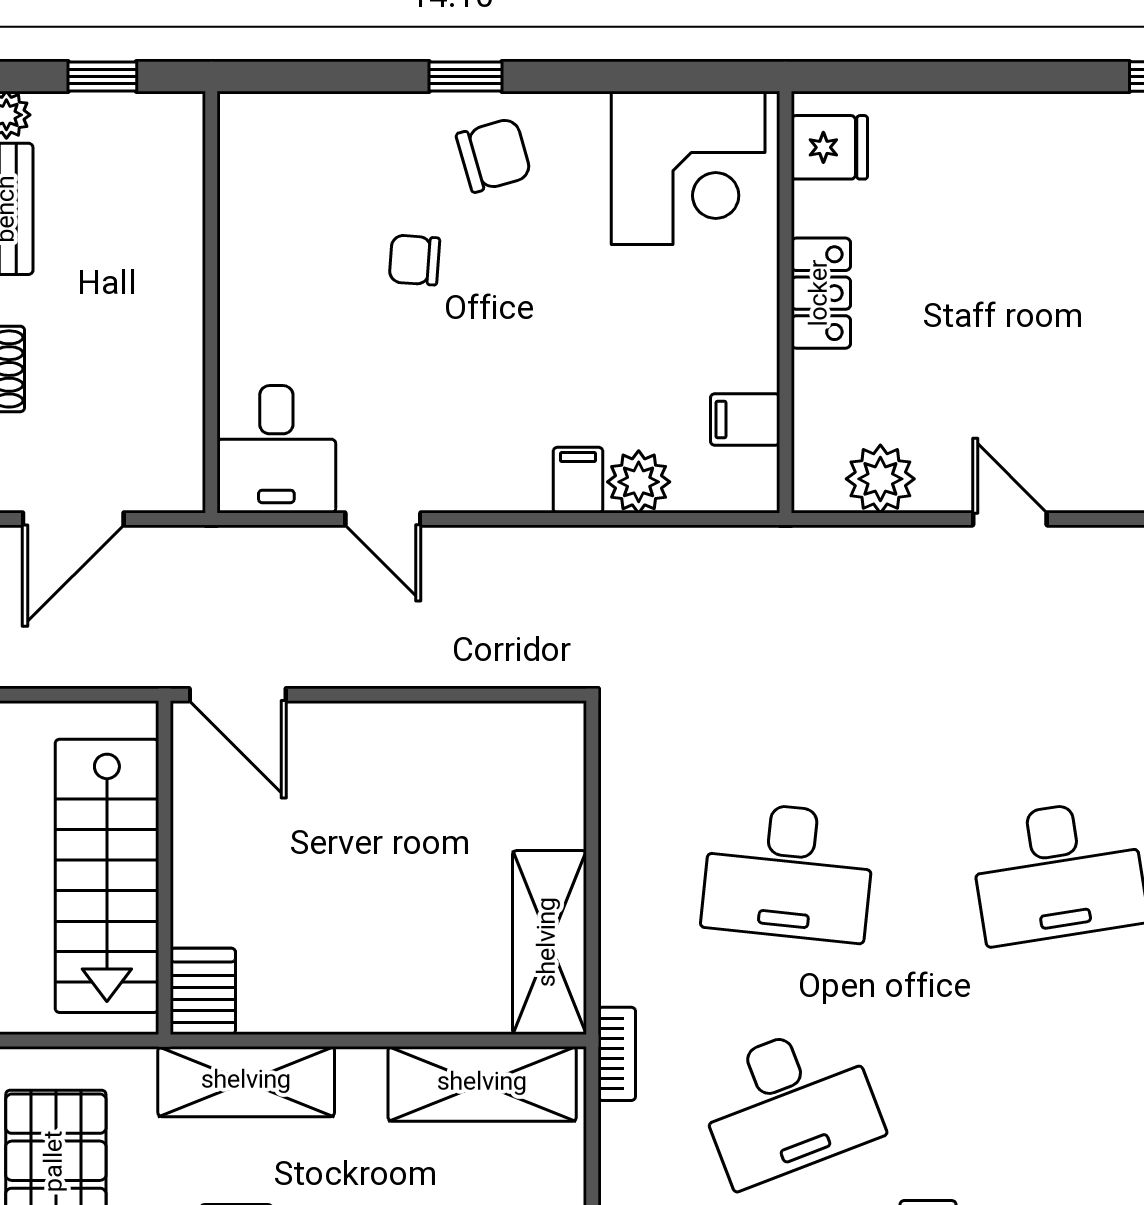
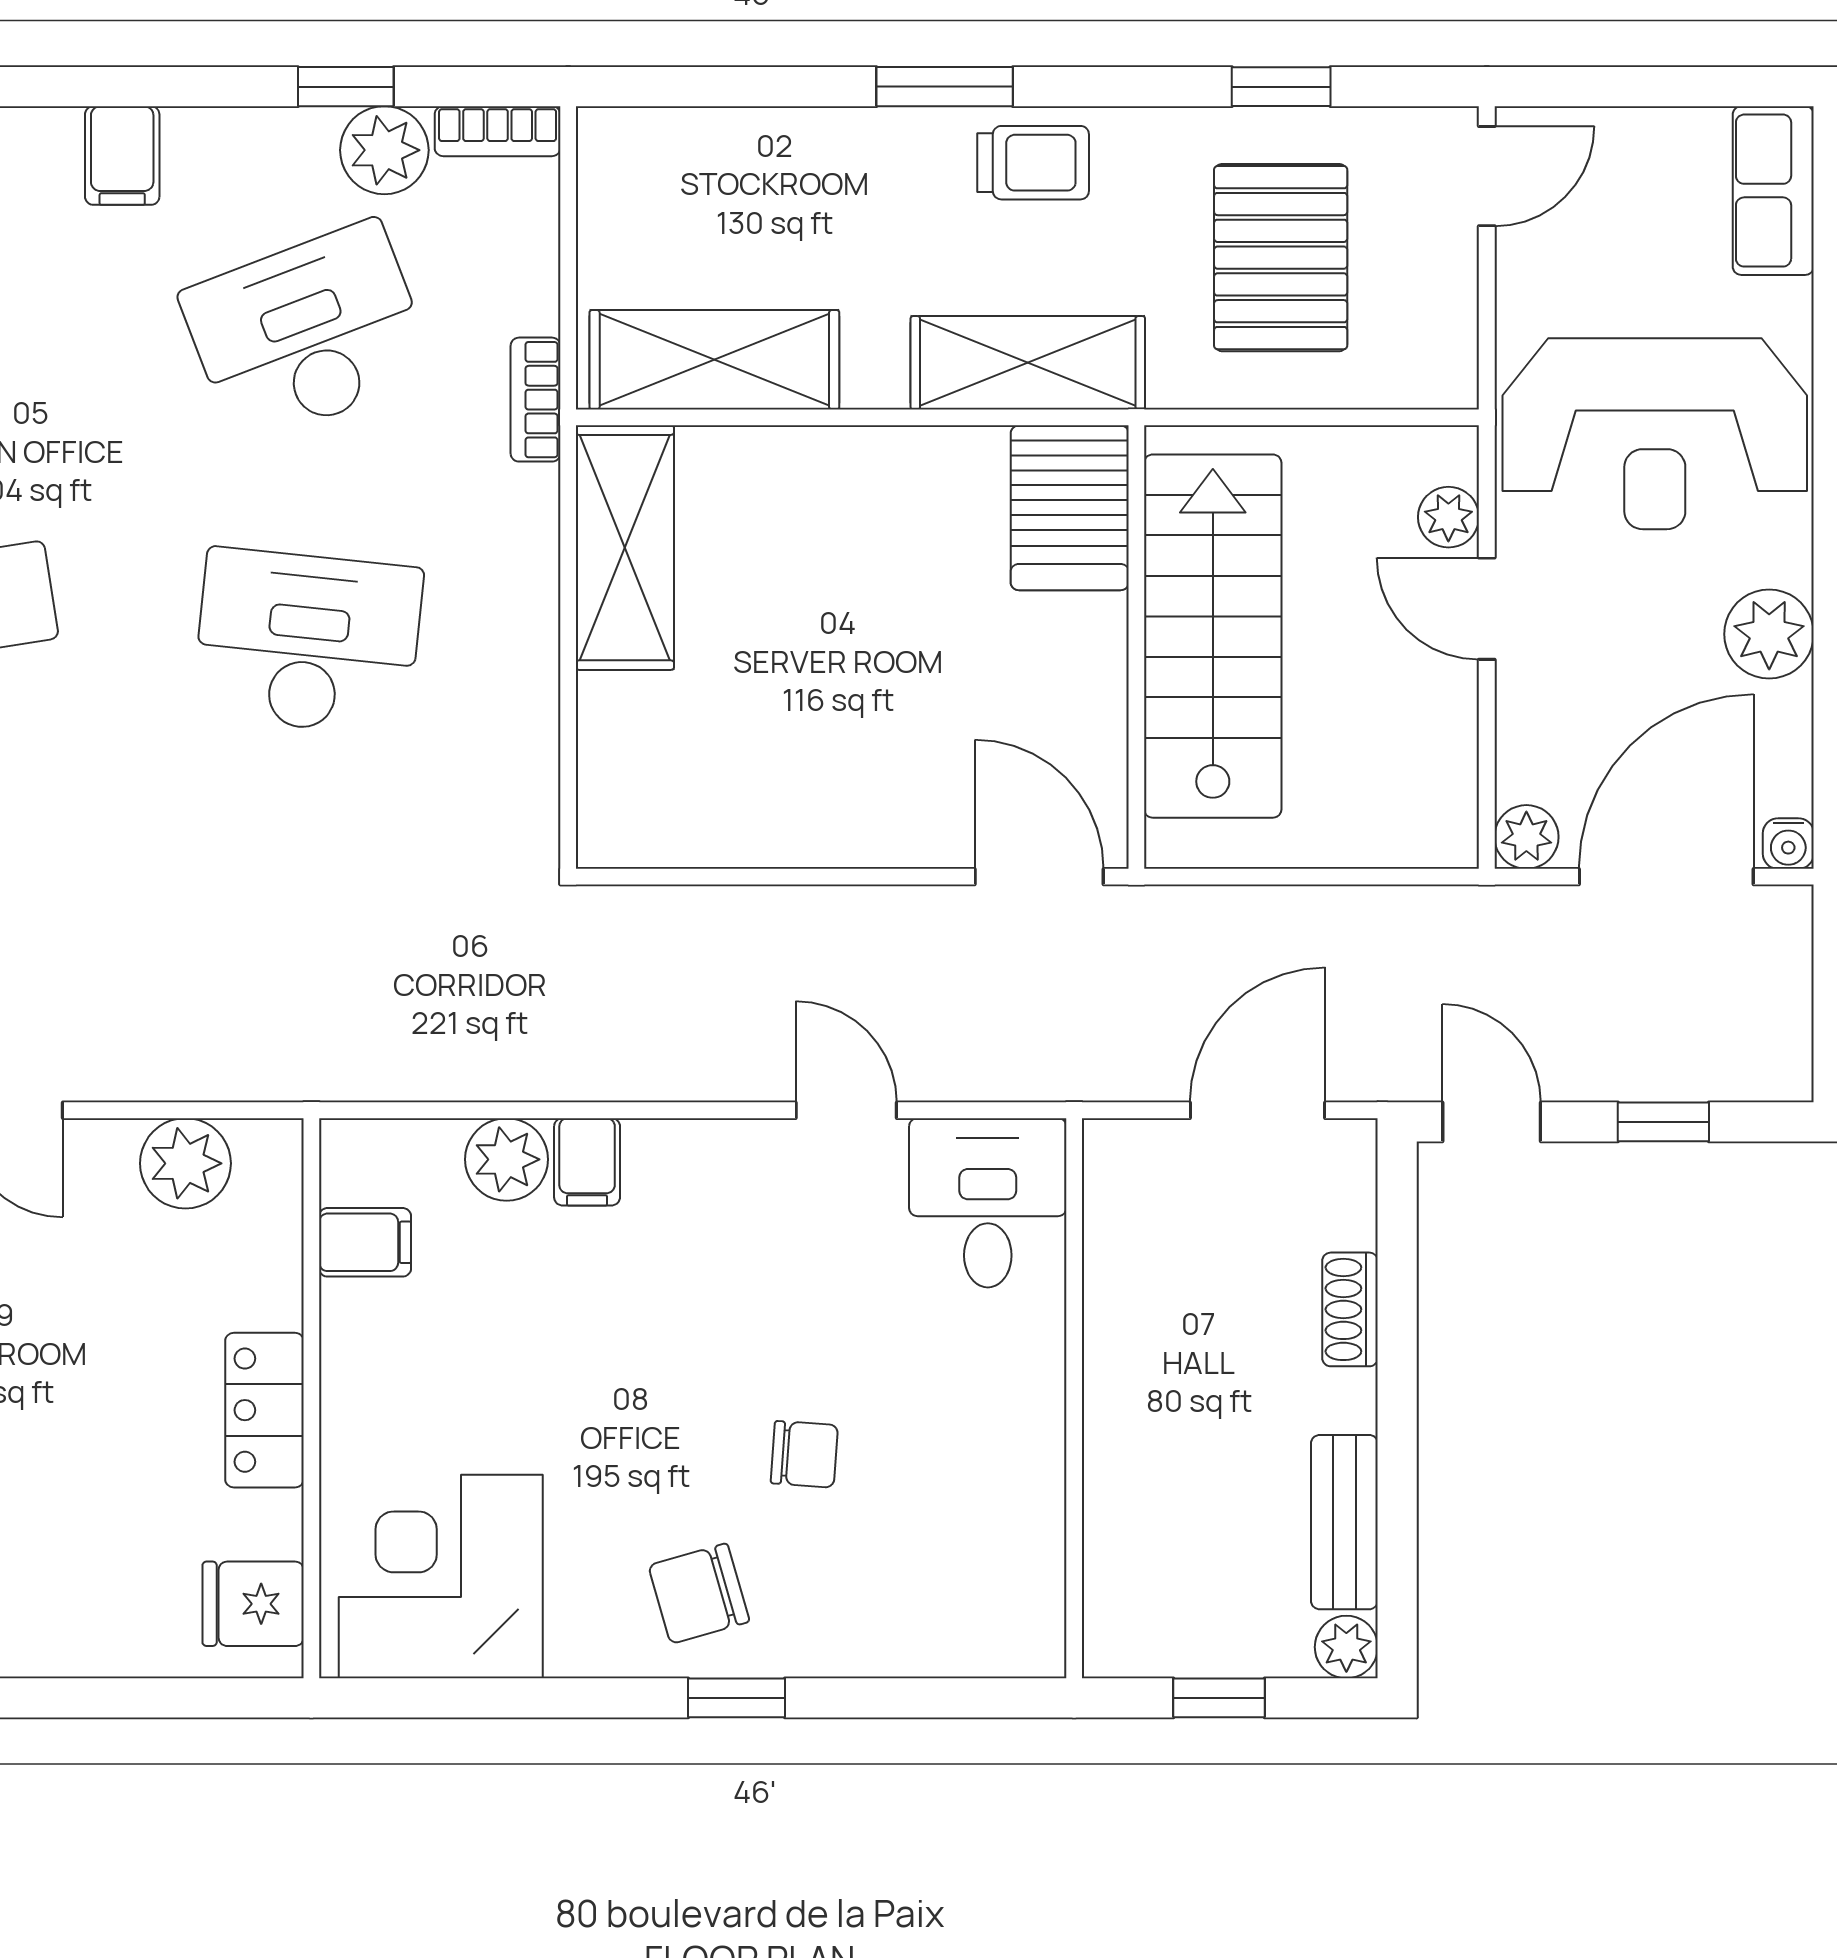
server rack: (203, 991) -> (1070, 508), width x1.36, depth x1.44

